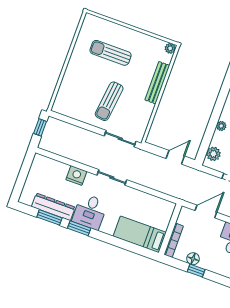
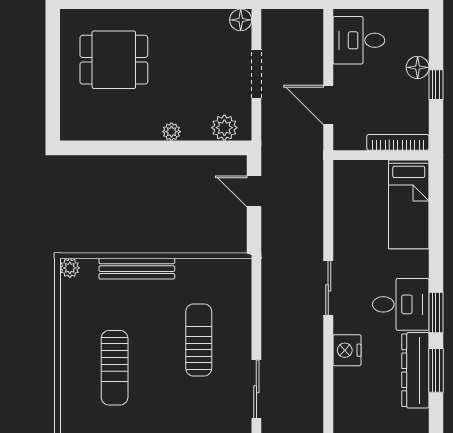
sun lounger: (109, 101) -> (199, 340), turned -97
sliding door: (120, 139) -> (256, 389), moved
floor lamp: (193, 259) -> (418, 67), moved

